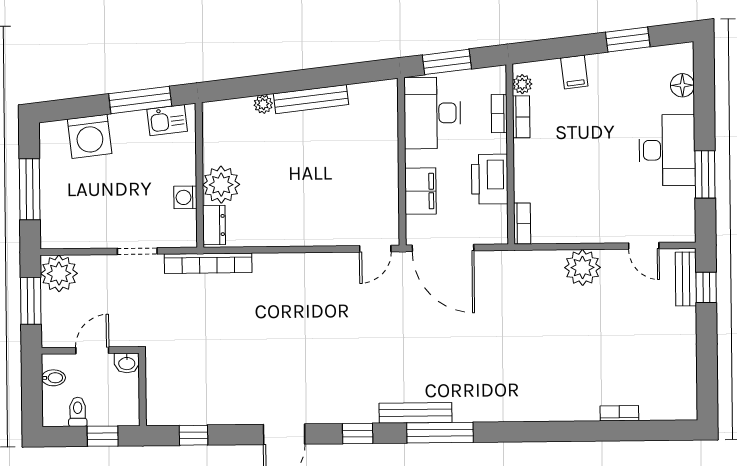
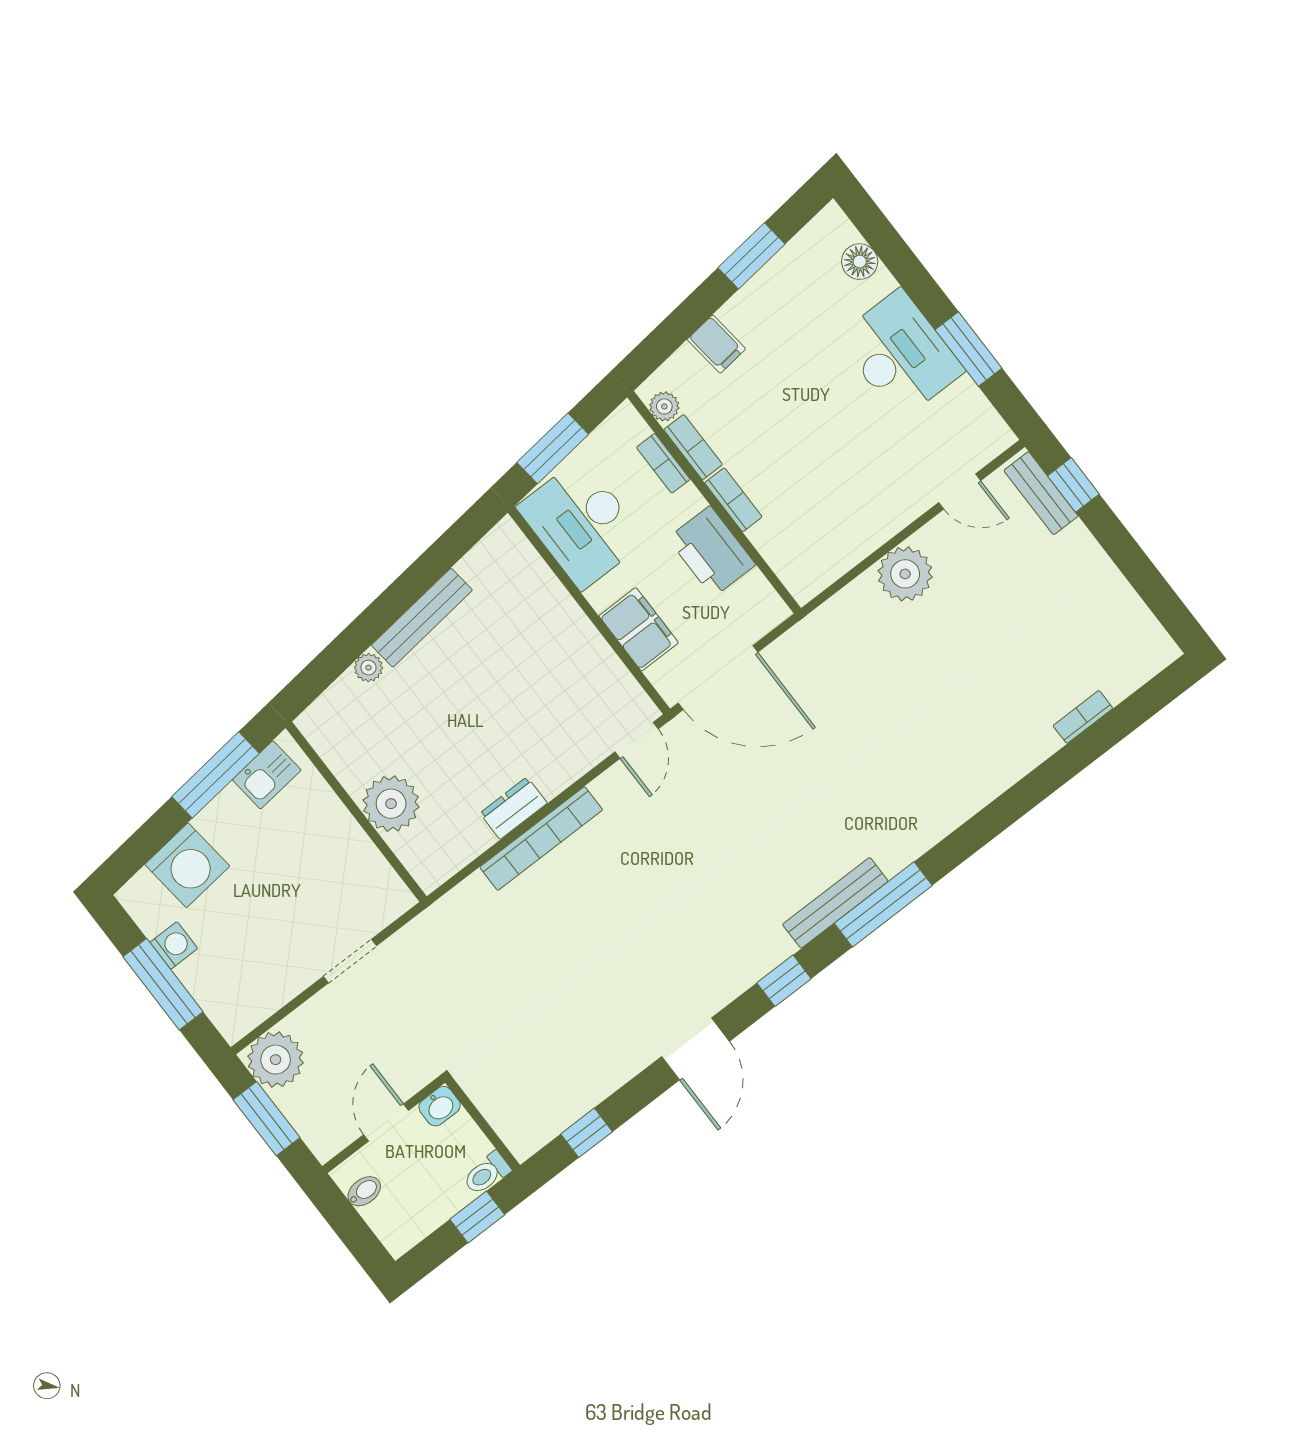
washing machine: (185, 197) -> (174, 945), moved, turned 180
bookcase: (522, 224) -> (733, 500), moved
dresser: (214, 225) -> (514, 808), moved, turned -90
bookcase: (208, 263) -> (541, 838), moved
toilet: (78, 412) -> (487, 1173), moved, turned -90

